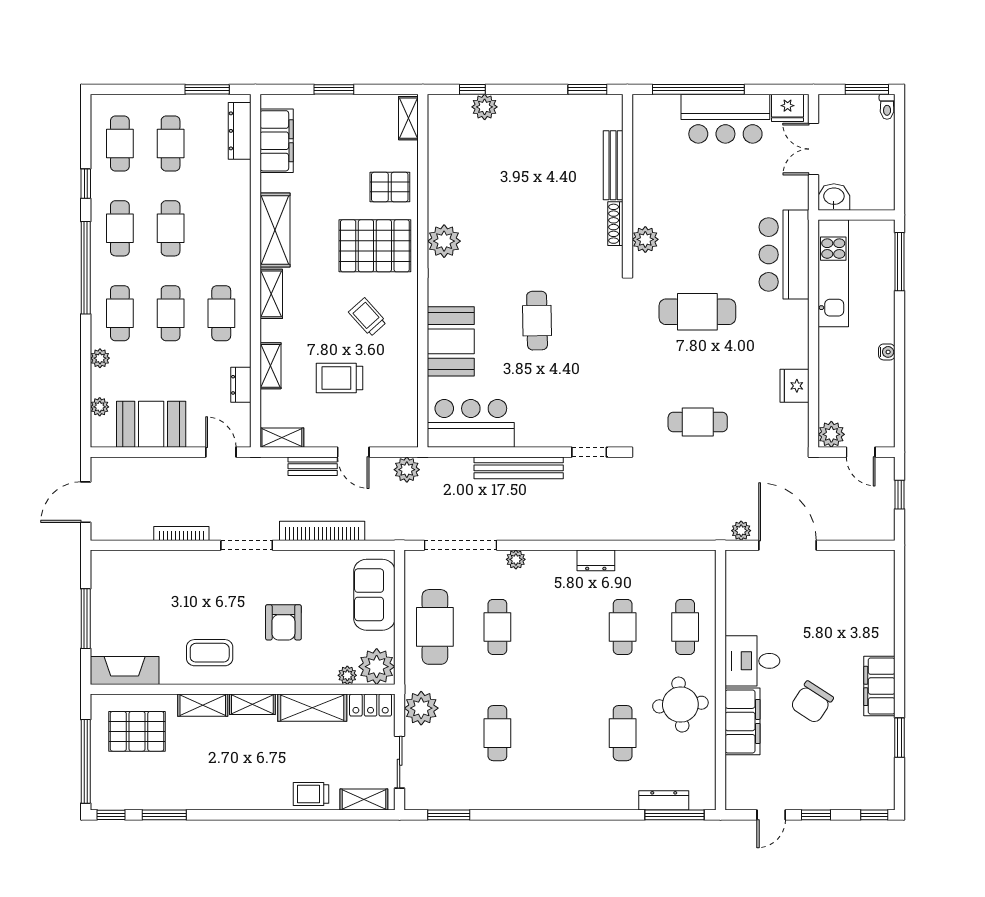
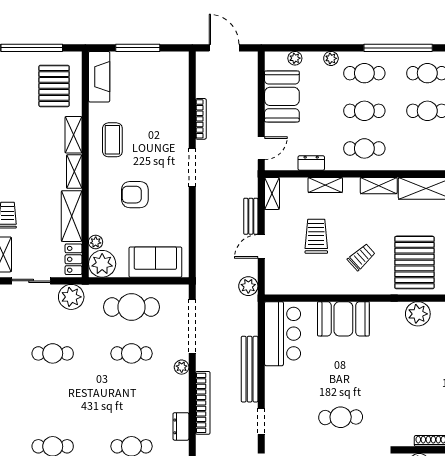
cafe table: (537, 321) -> (341, 417), moved
bookcase: (322, 531) -> (203, 403), moved

